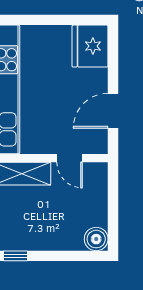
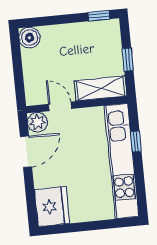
plant: (97, 143) -> (37, 122), added

